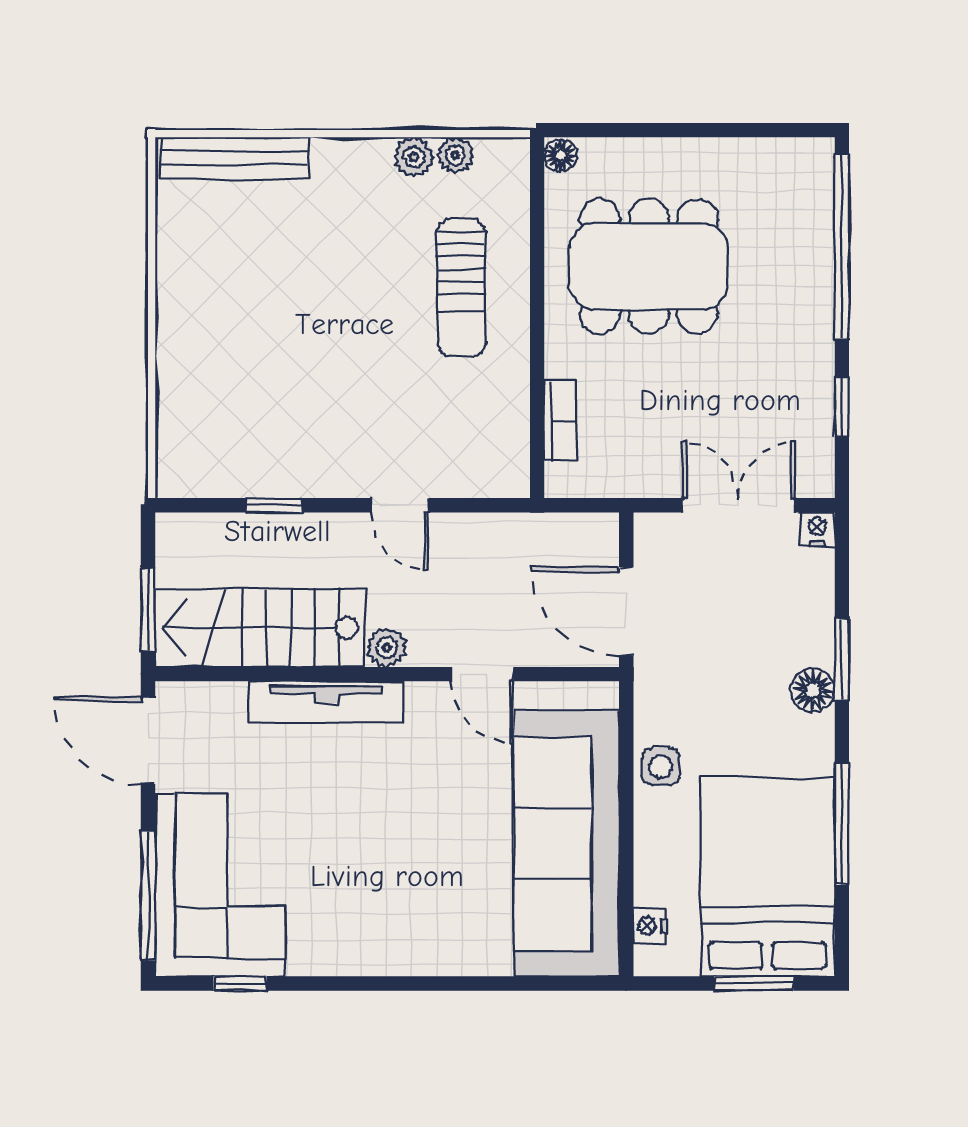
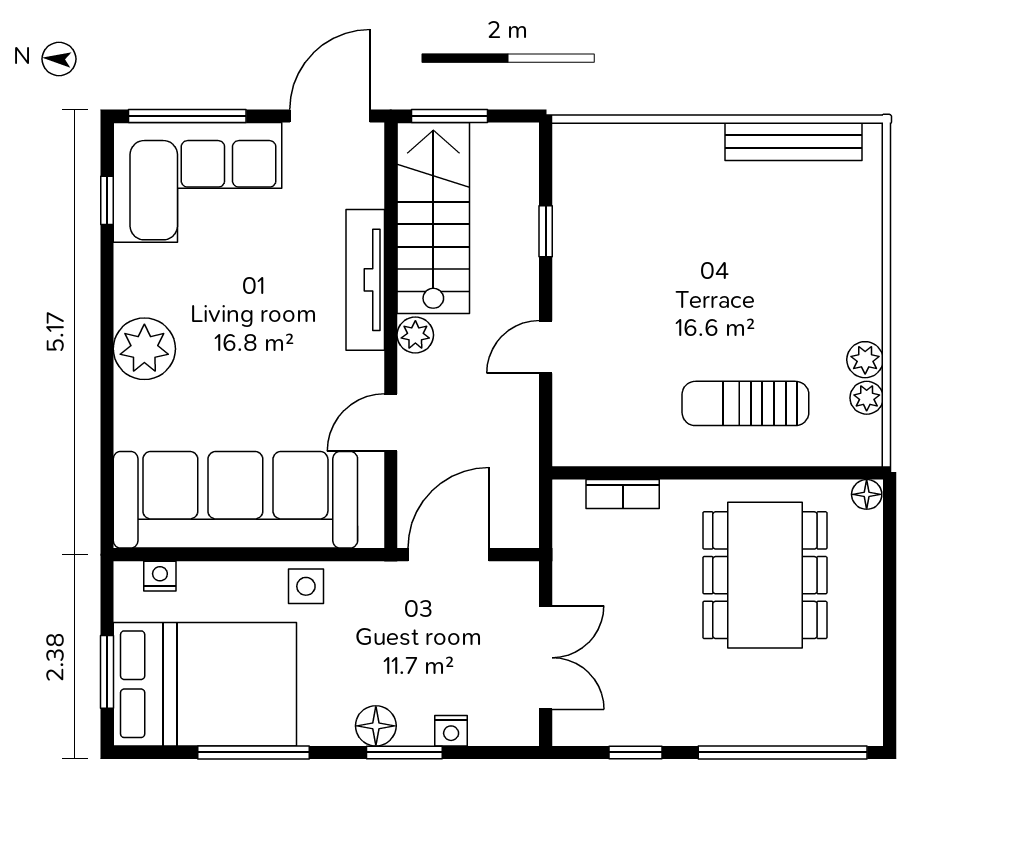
bench: (234, 158) -> (794, 142), moved, turned 90
nightstand: (817, 529) -> (451, 731), moved, turned 90
plant: (402, 943) -> (144, 349), added

